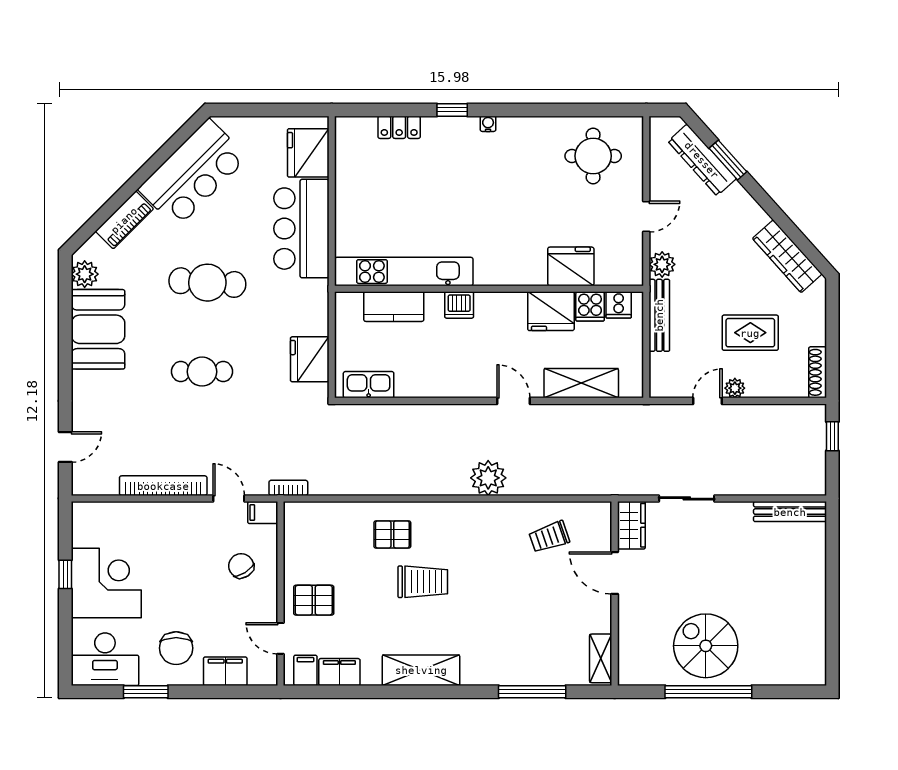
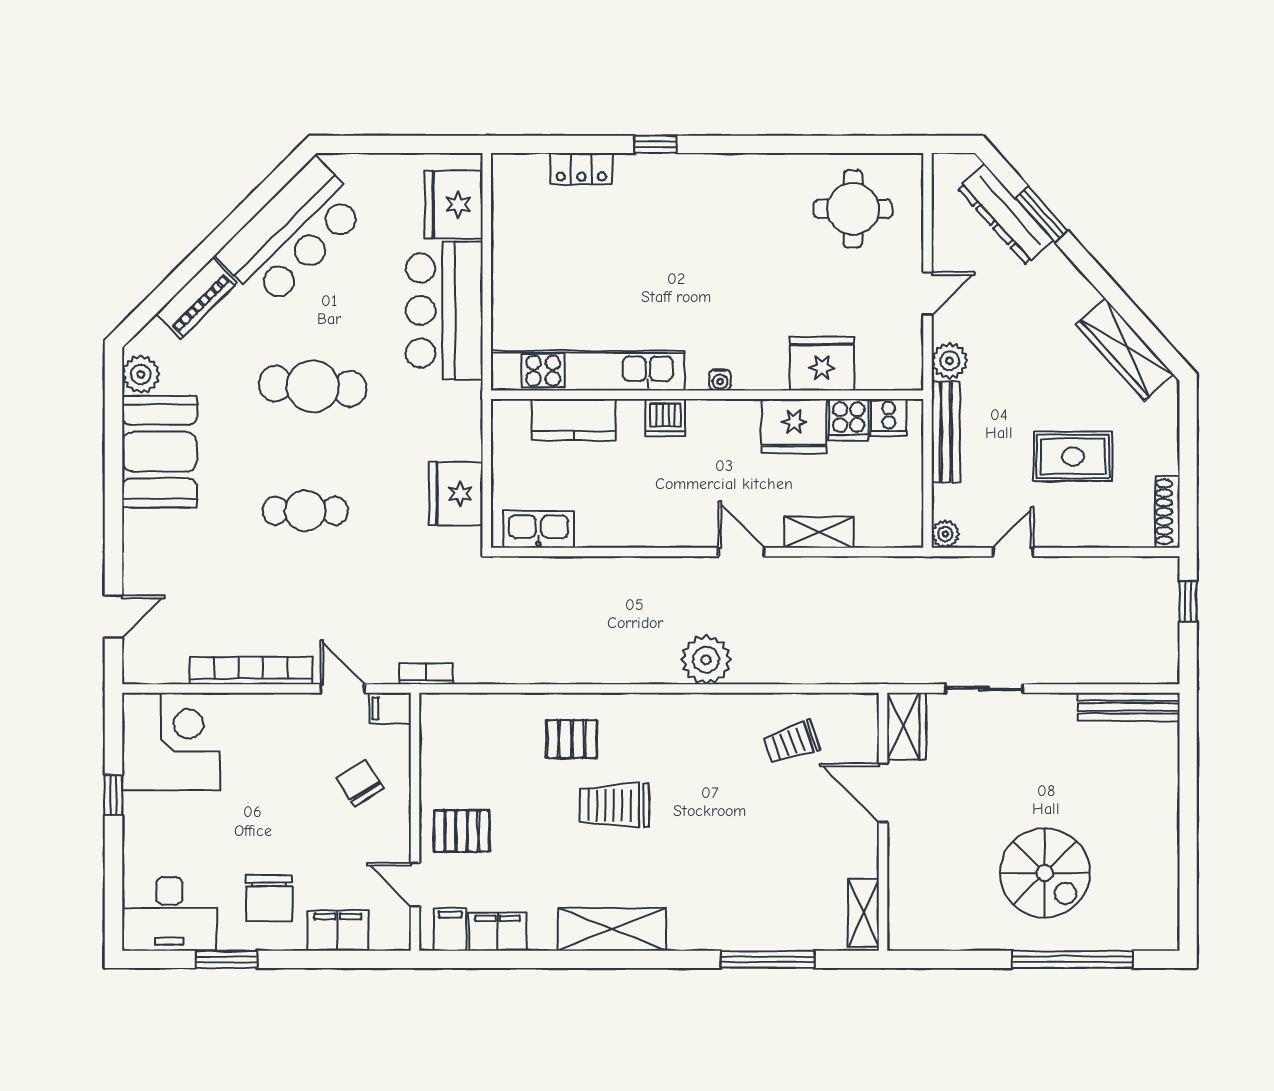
water cooler: (488, 124) -> (720, 380), moved, turned 180
shelving: (581, 383) -> (819, 532), width x0.67, depth x0.75
plant: (735, 388) -> (945, 534), moved
trolley: (423, 582) -> (614, 805), turned 180
corner desk: (106, 583) -> (171, 742), moved
spiral stairs: (706, 646) -> (1045, 873), moved, turned 180
window: (708, 692) -> (1072, 959), moved

